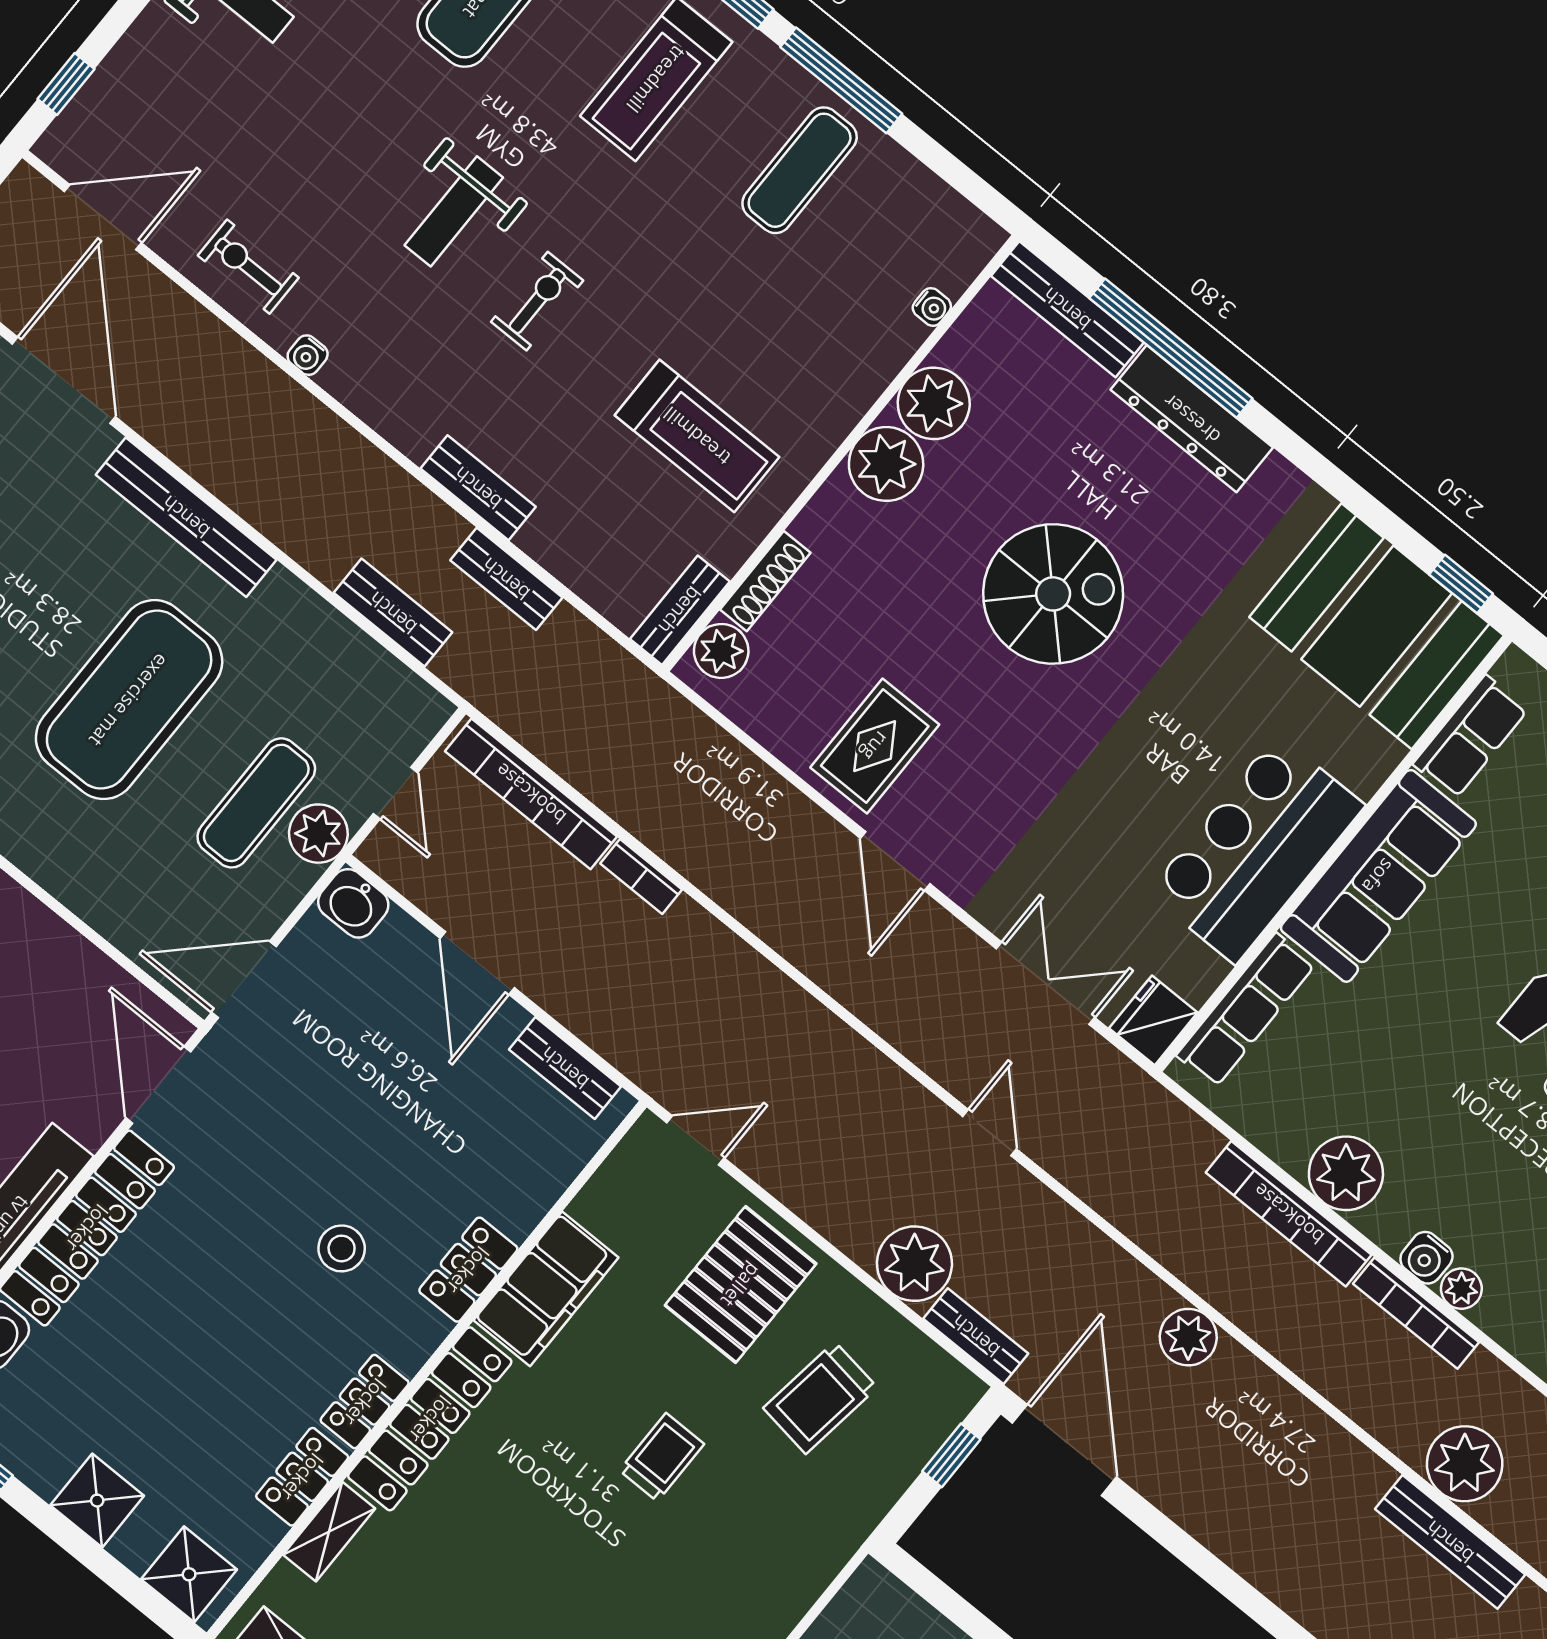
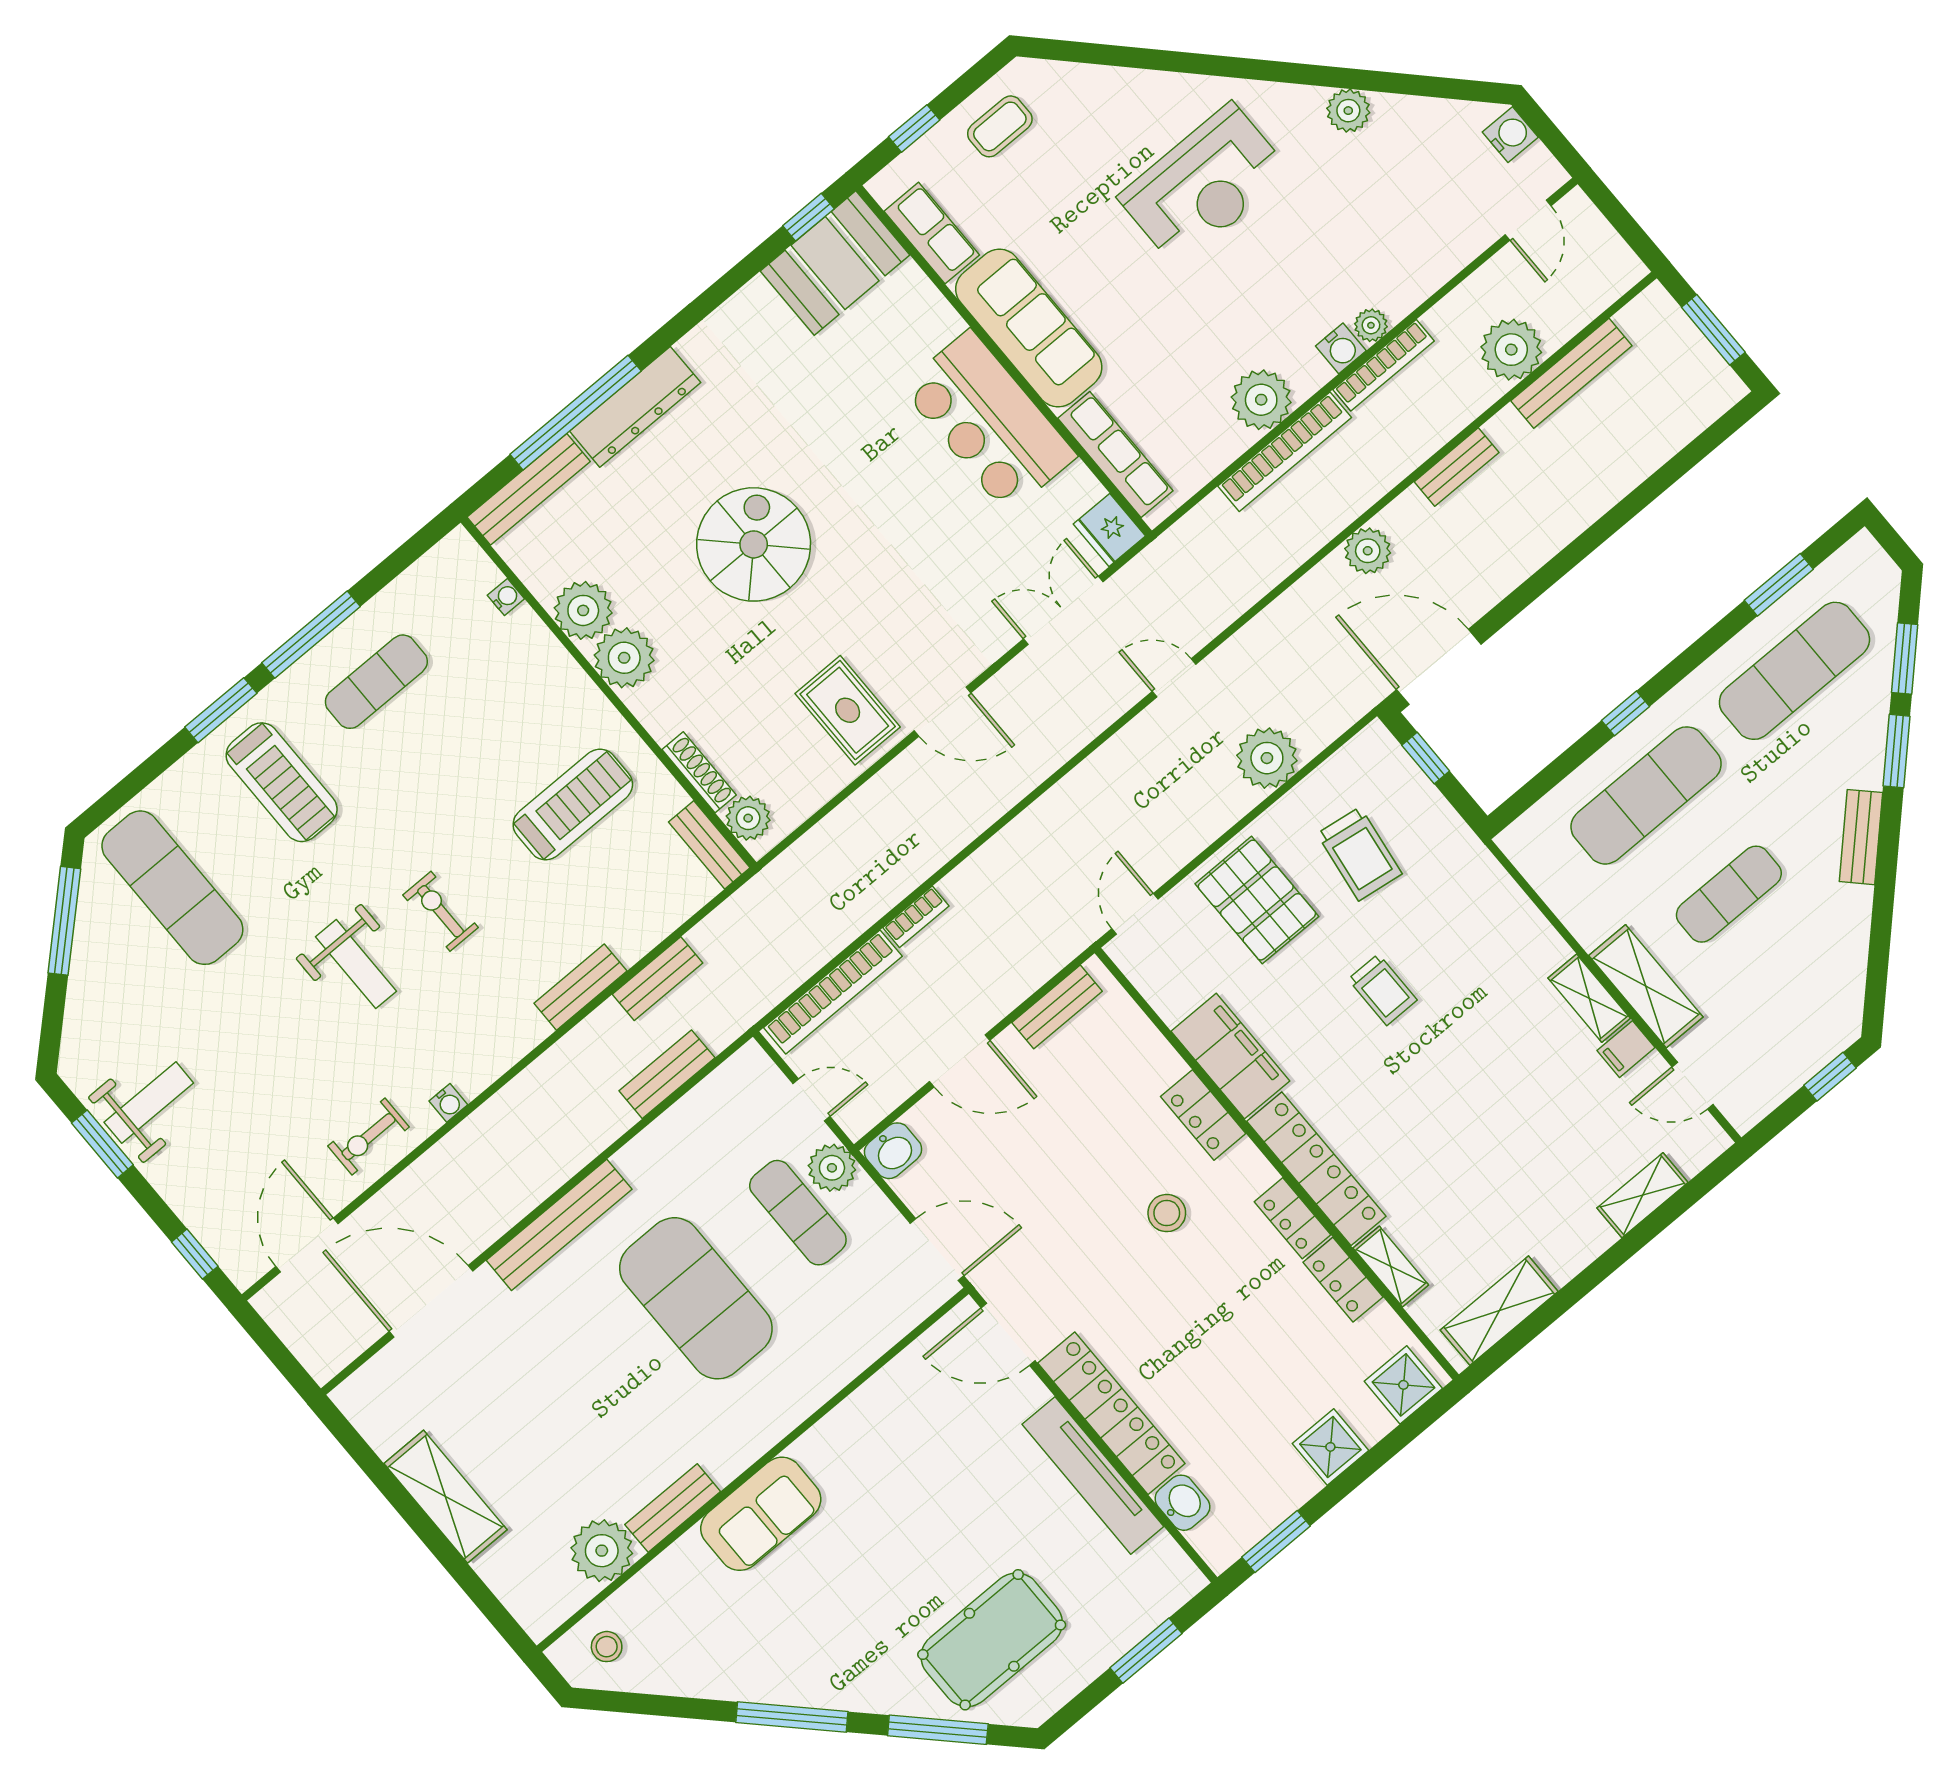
exercise mat: (800, 170) -> (376, 682), turned 90
booth: (1377, 626) -> (835, 263), width x0.73, depth x0.70
door: (244, 980) -> (937, 1250), swing flipped
bench: (976, 1336) -> (1457, 467), moved
trolley: (662, 1457) -> (1383, 990), turned 180

